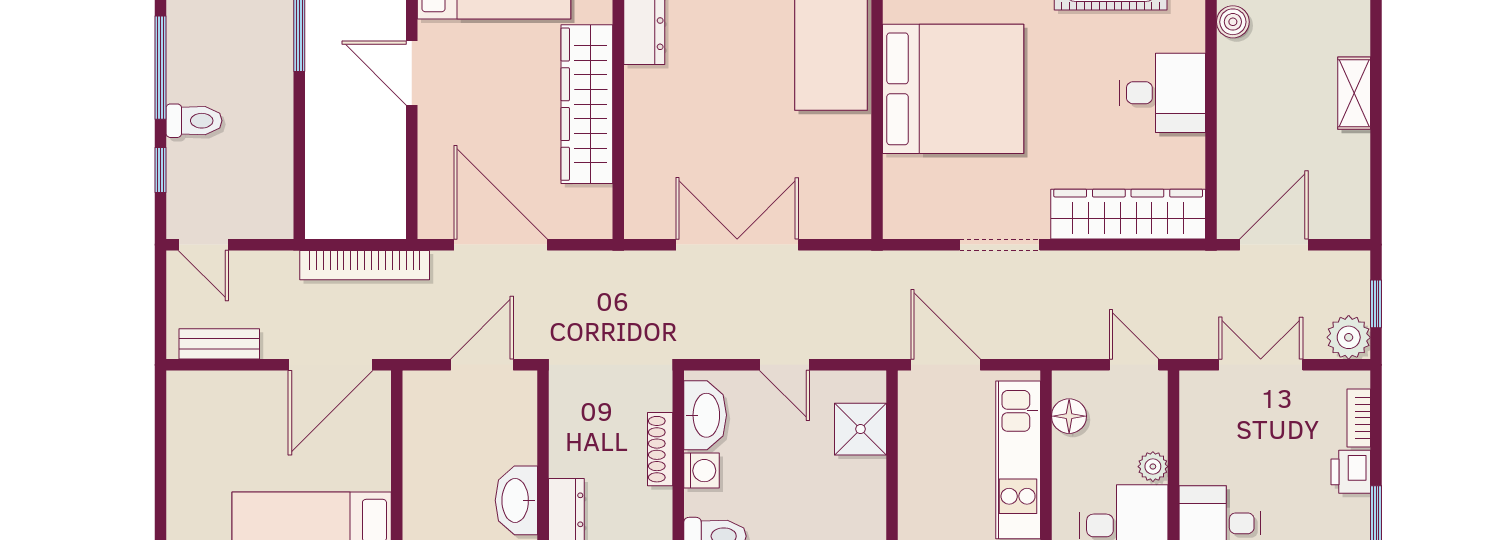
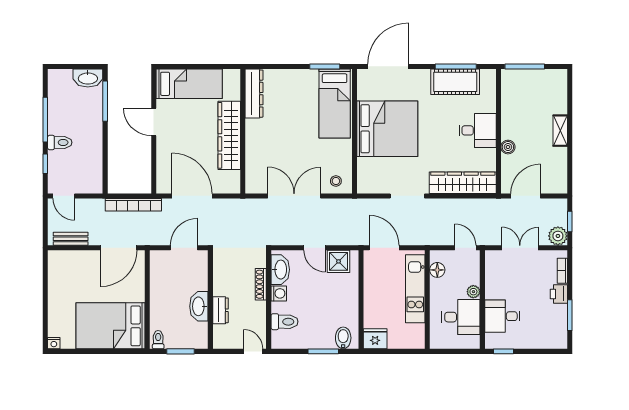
boiler: (1233, 22) -> (508, 147), moved
stool: (834, 210) -> (336, 181), added
shower: (860, 429) -> (339, 261), moved

